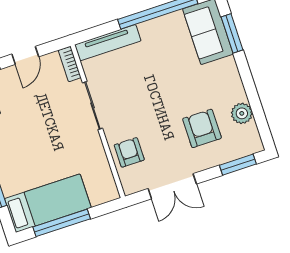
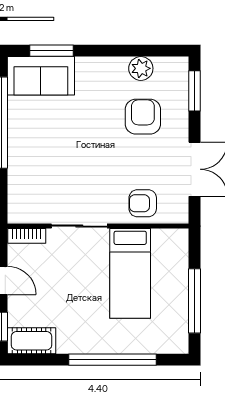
tv unit: (108, 43) -> (17, 187), removed
armchair: (202, 128) -> (143, 117), turned 90
bed: (48, 203) -> (130, 273), moved, turned 180

